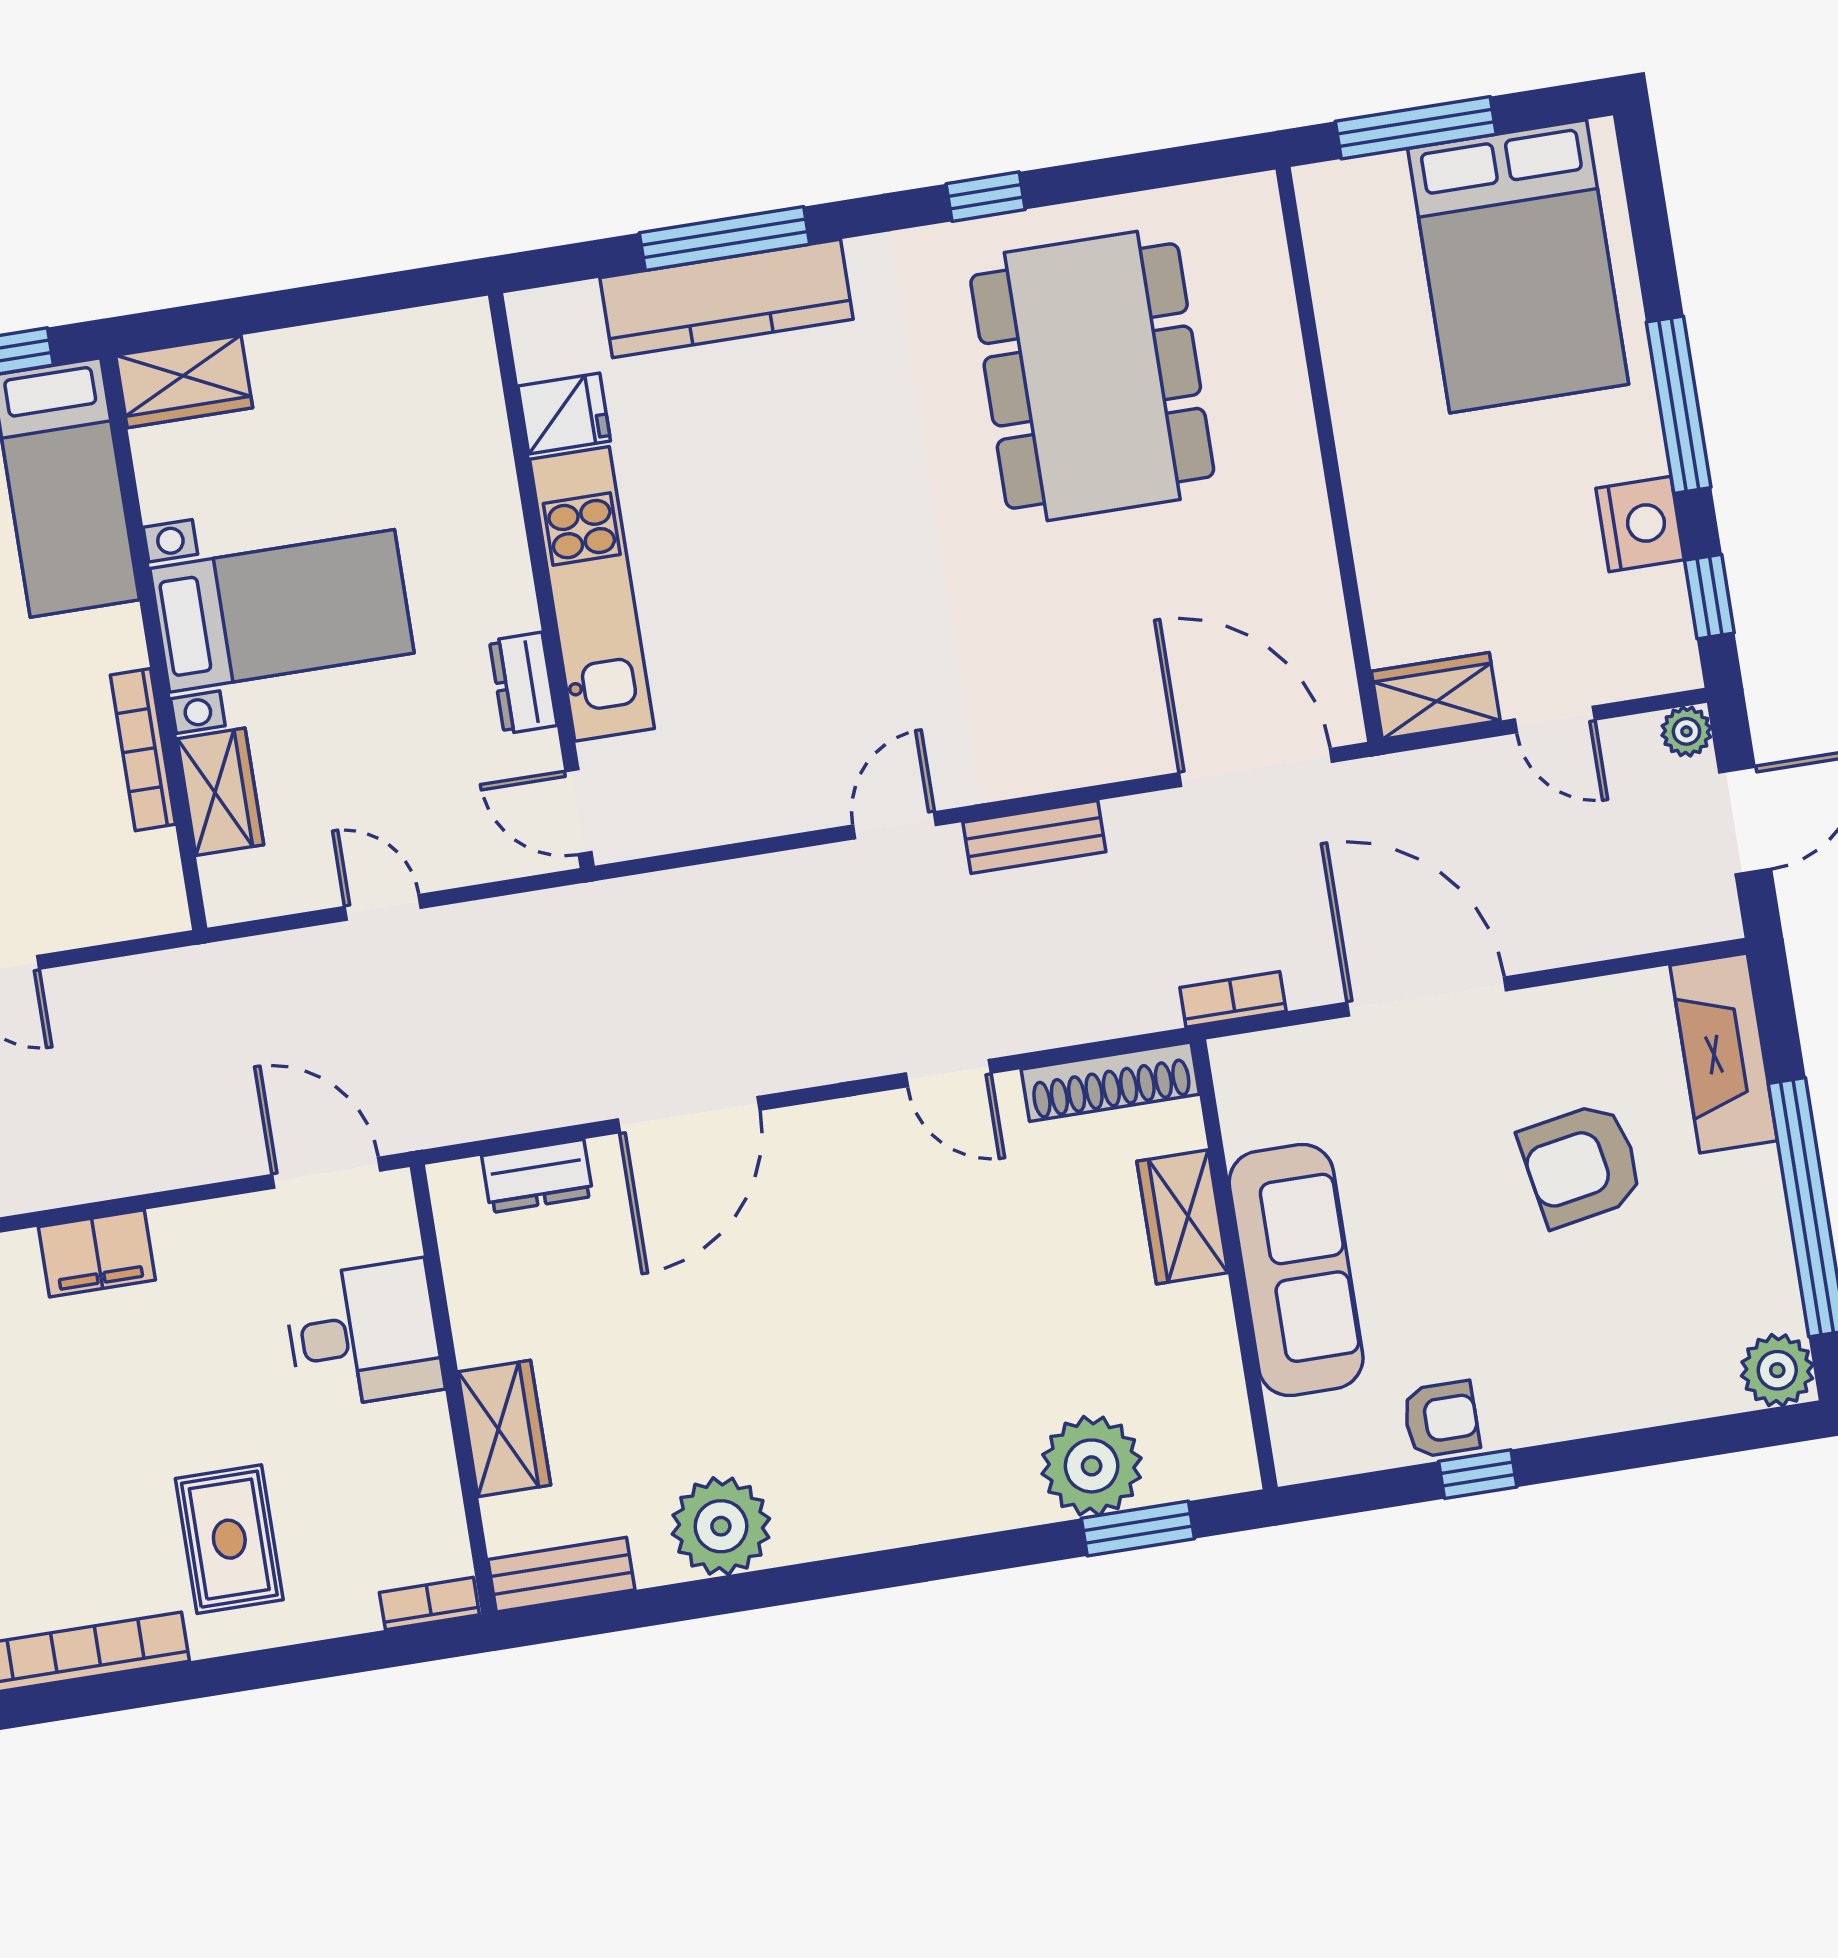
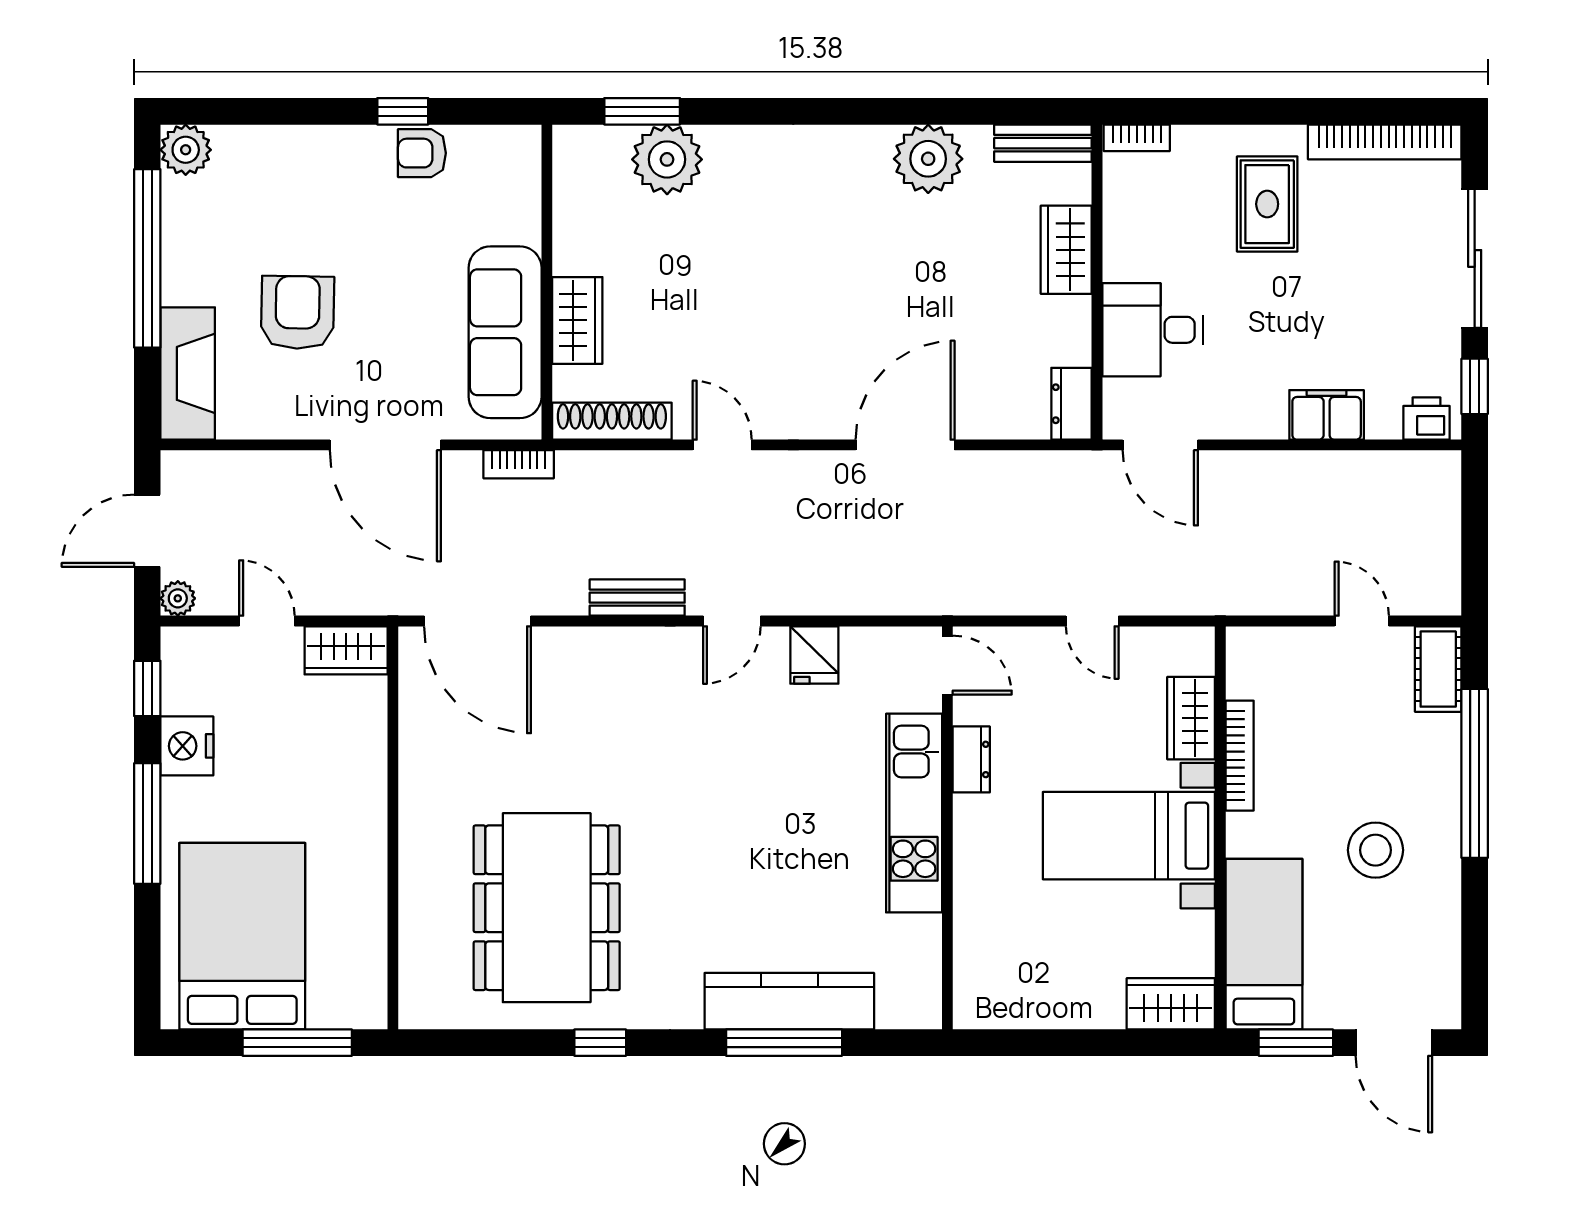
fridge: (564, 413) -> (814, 655), moved, turned -90
armchair: (1581, 1165) -> (298, 312), turned -79
dresser: (537, 1176) -> (1072, 404), moved, turned -90
sofa: (1296, 1270) -> (505, 332), moved

